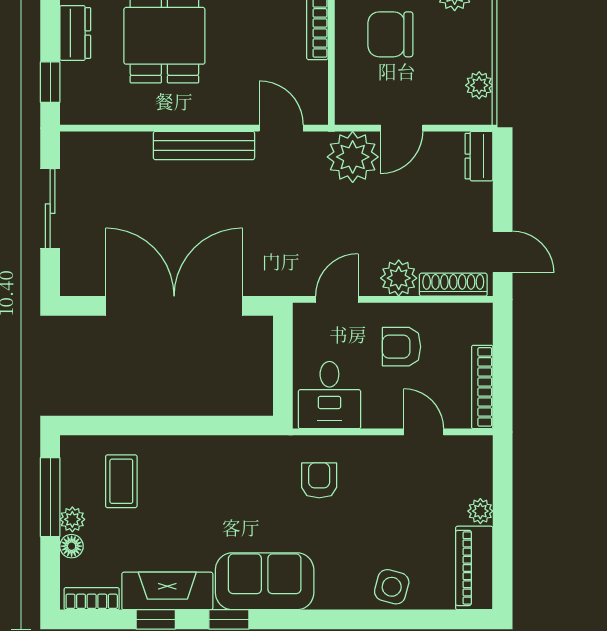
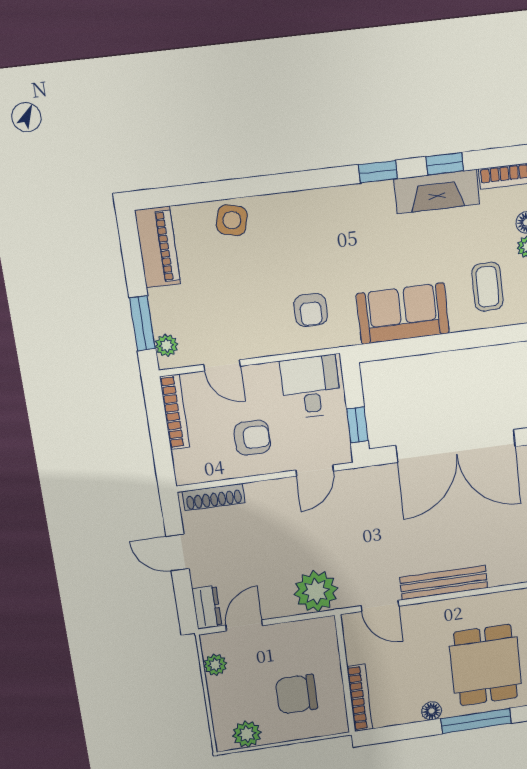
chair: (390, 34) -> (297, 694), turned 180
door: (402, 128) -> (244, 625), moved
door: (503, 252) -> (177, 553), moved
plant: (399, 278) -> (263, 496), removed
window: (283, 345) -> (357, 425), added
window: (503, 489) -> (142, 323), added
plant: (480, 511) -> (167, 345), moved
sofa: (265, 581) -> (403, 313), moved, turned 180

